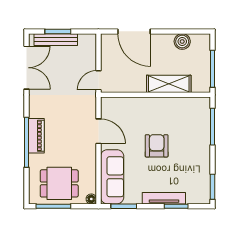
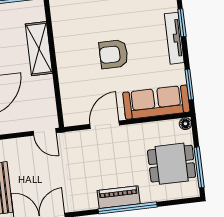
dining table: (59, 183) -> (172, 164), turned 90

